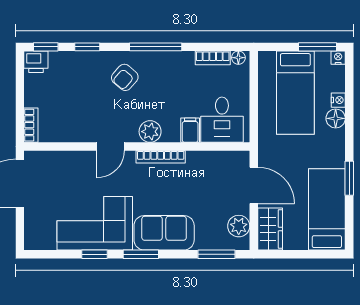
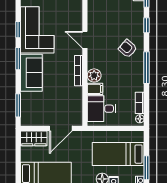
plant: (150, 132) -> (94, 75), moved
plant: (239, 226) -> (36, 119), removed

